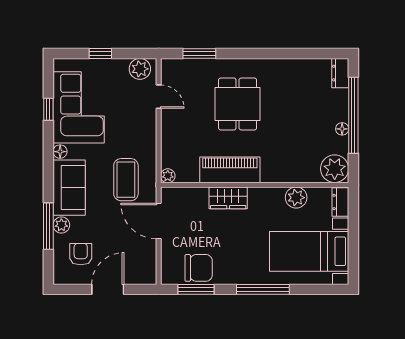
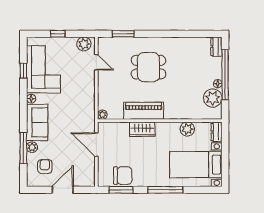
dining table: (238, 104) -> (149, 67), turned 90
plant: (335, 169) -> (213, 98), moved
coffee table: (126, 180) -> (75, 117), removed

